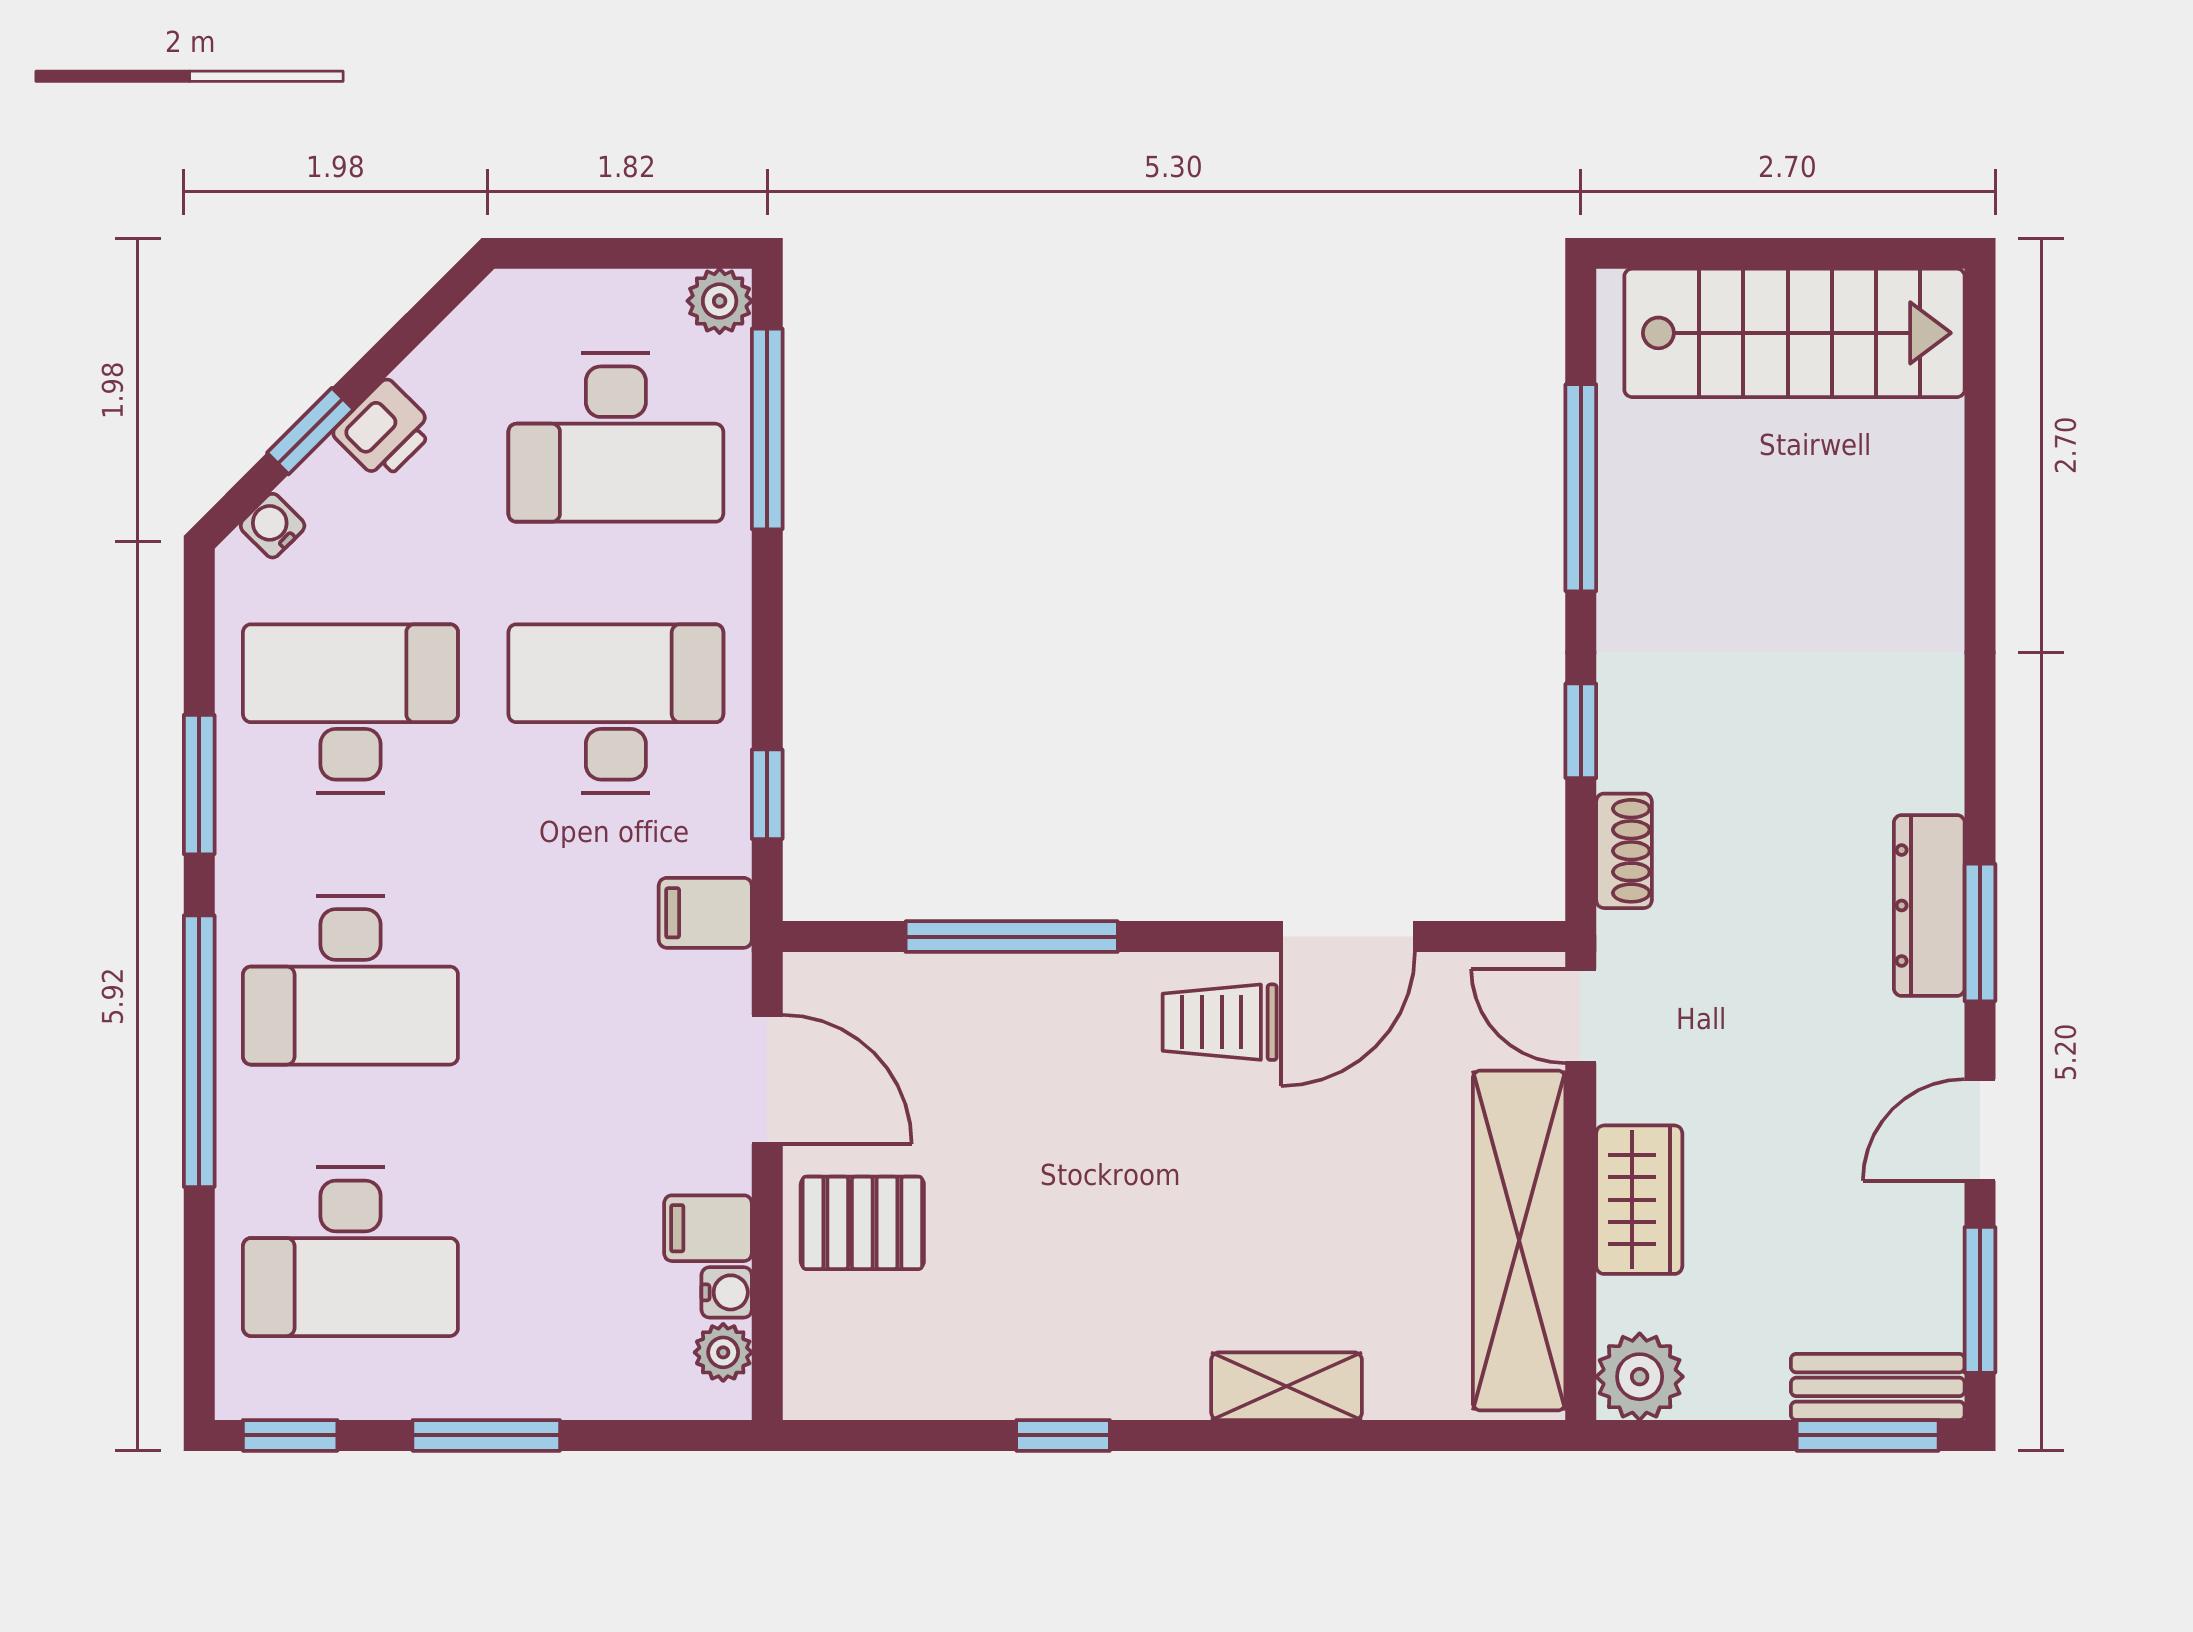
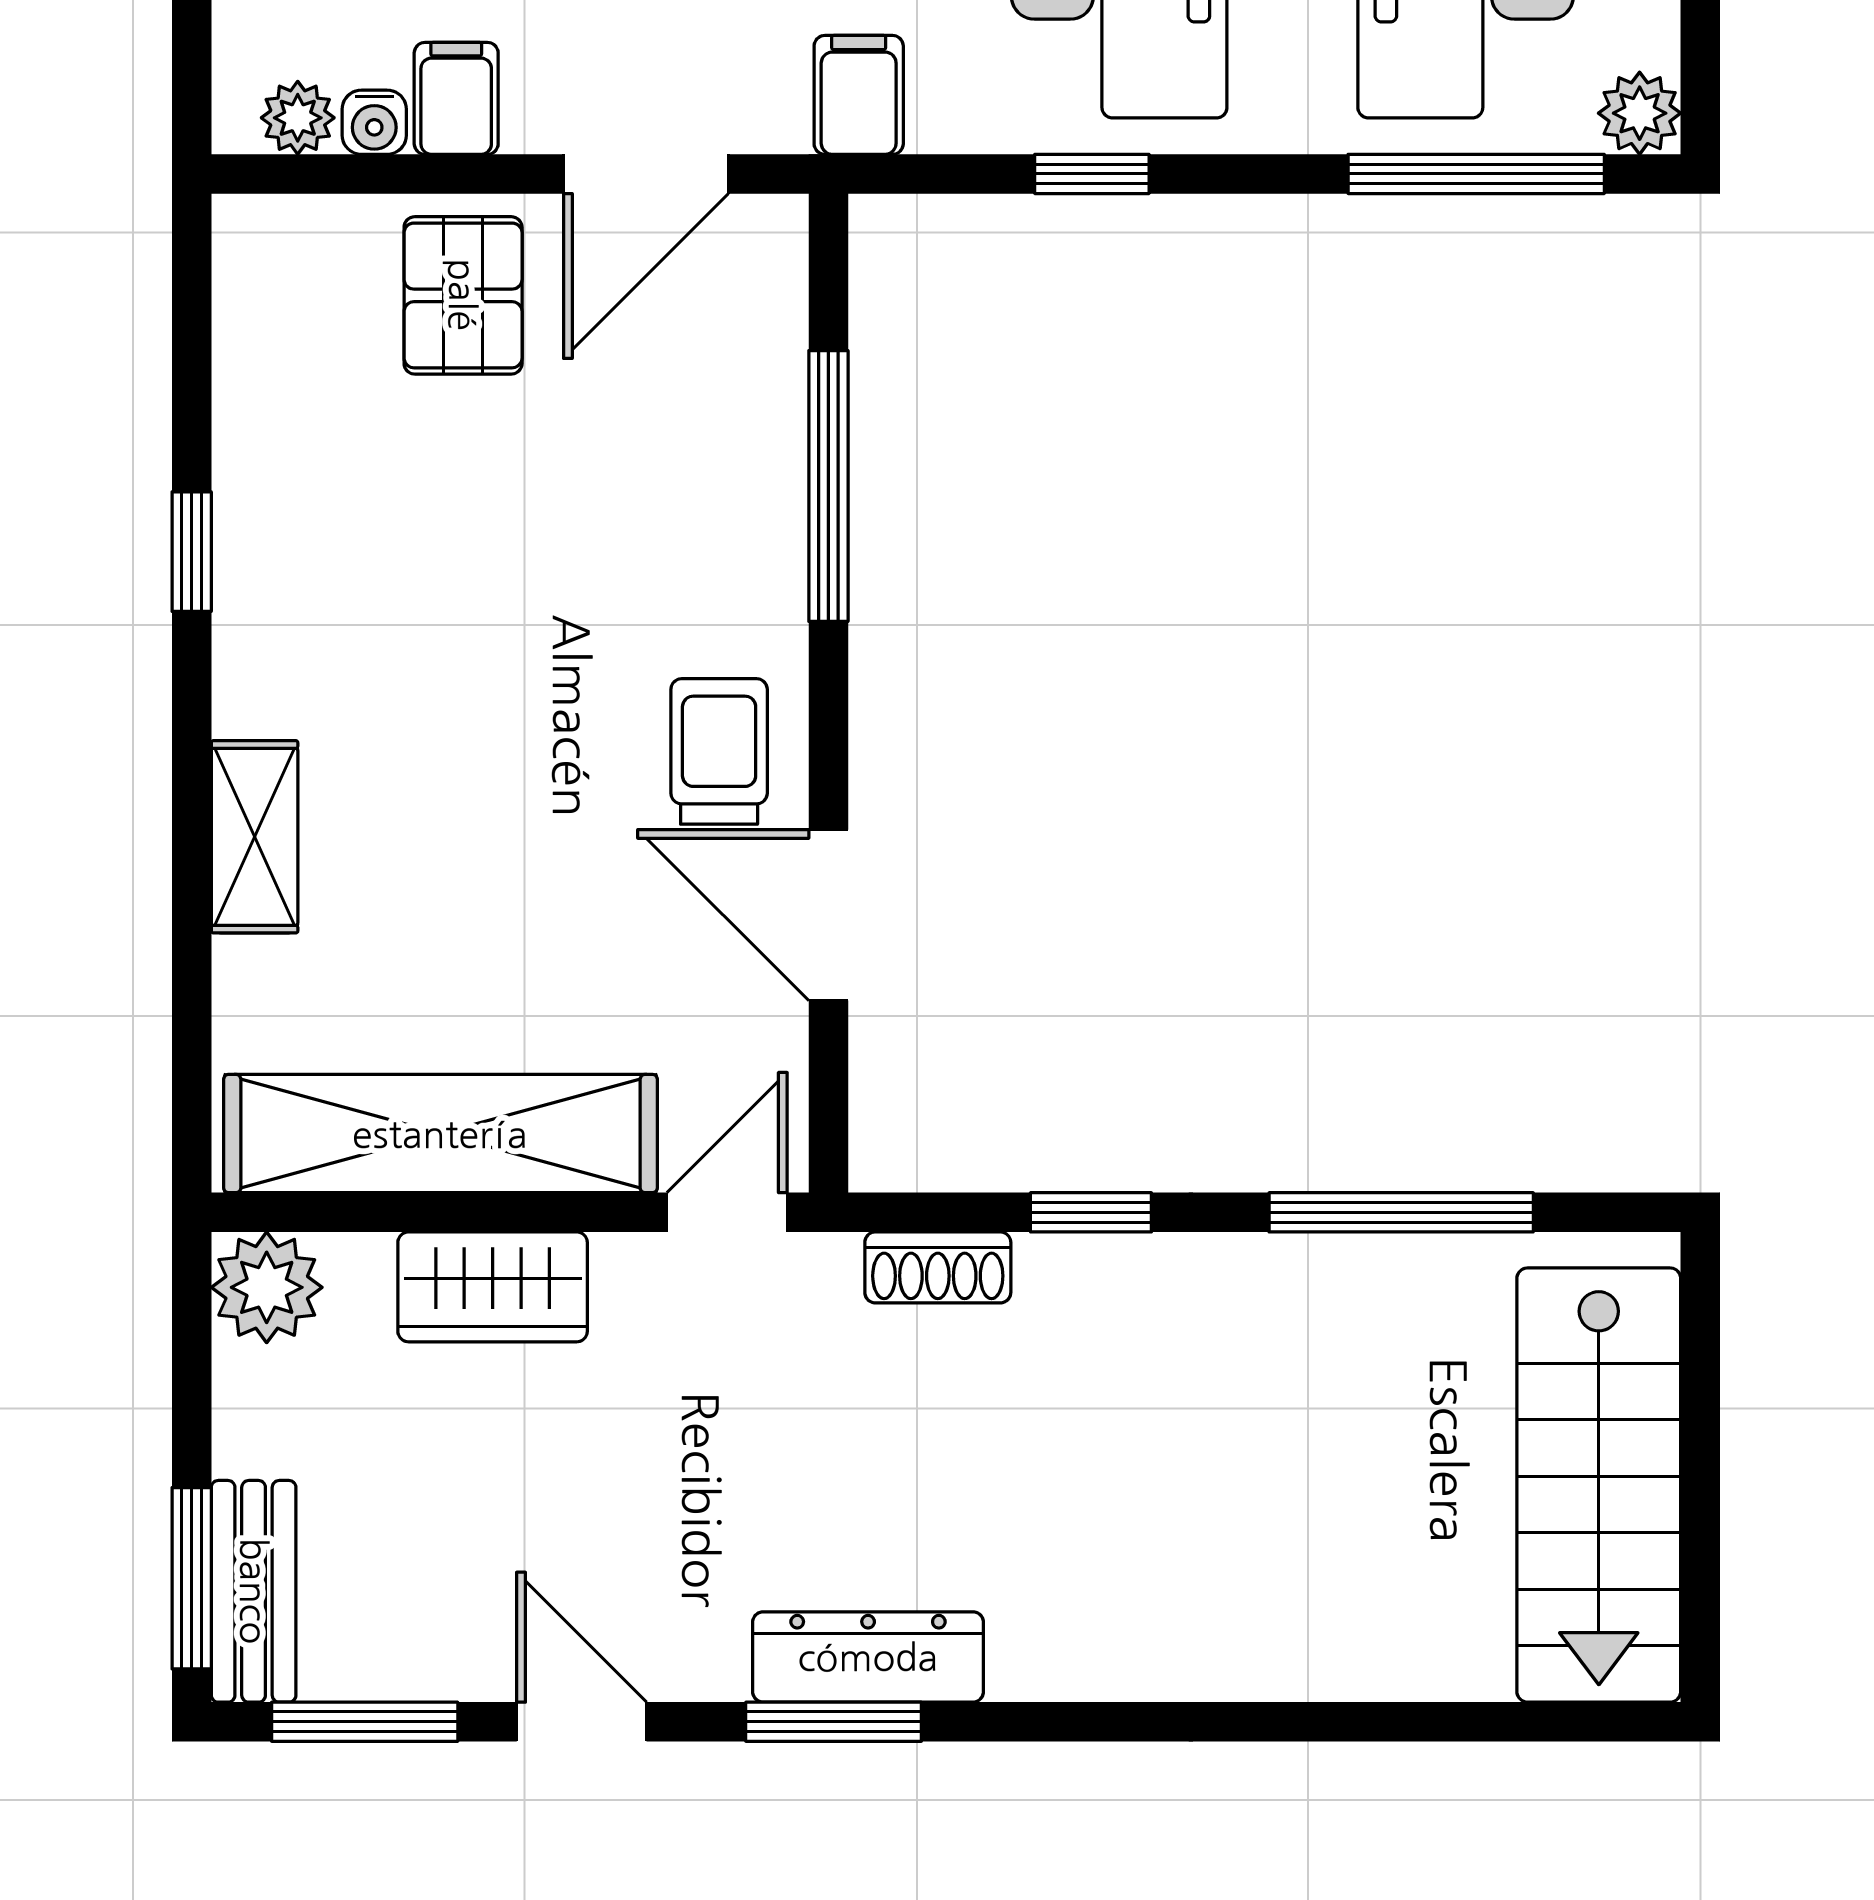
window: (767, 794) -> (1092, 174), moved

